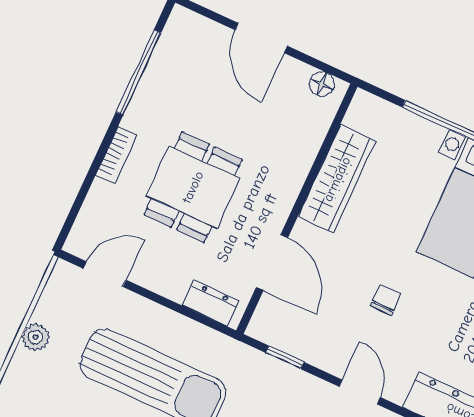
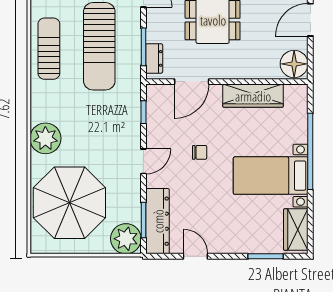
floor lamp: (322, 84) -> (294, 64), width x1.89, depth x1.89
window: (185, 311) -> (143, 47), added

